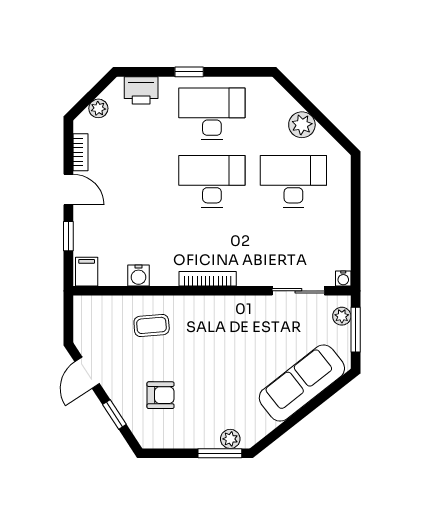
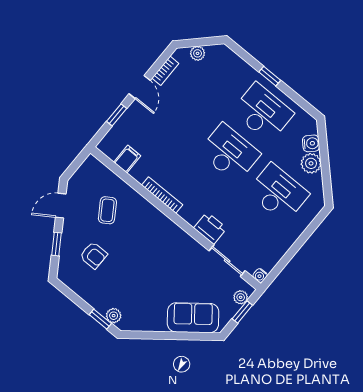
printer: (141, 90) -> (210, 228), moved, turned 180
filing cabinet: (87, 272) -> (127, 159), moved
water cooler: (138, 275) -> (311, 143), moved, turned -135
bookcase: (208, 279) -> (162, 195), moved
coffee table: (152, 325) -> (107, 210), moved, turned 62
window: (356, 330) -> (242, 312), width x0.67
sofa: (302, 383) -> (193, 318), width x0.73
window: (220, 453) -> (100, 319), width x0.67

